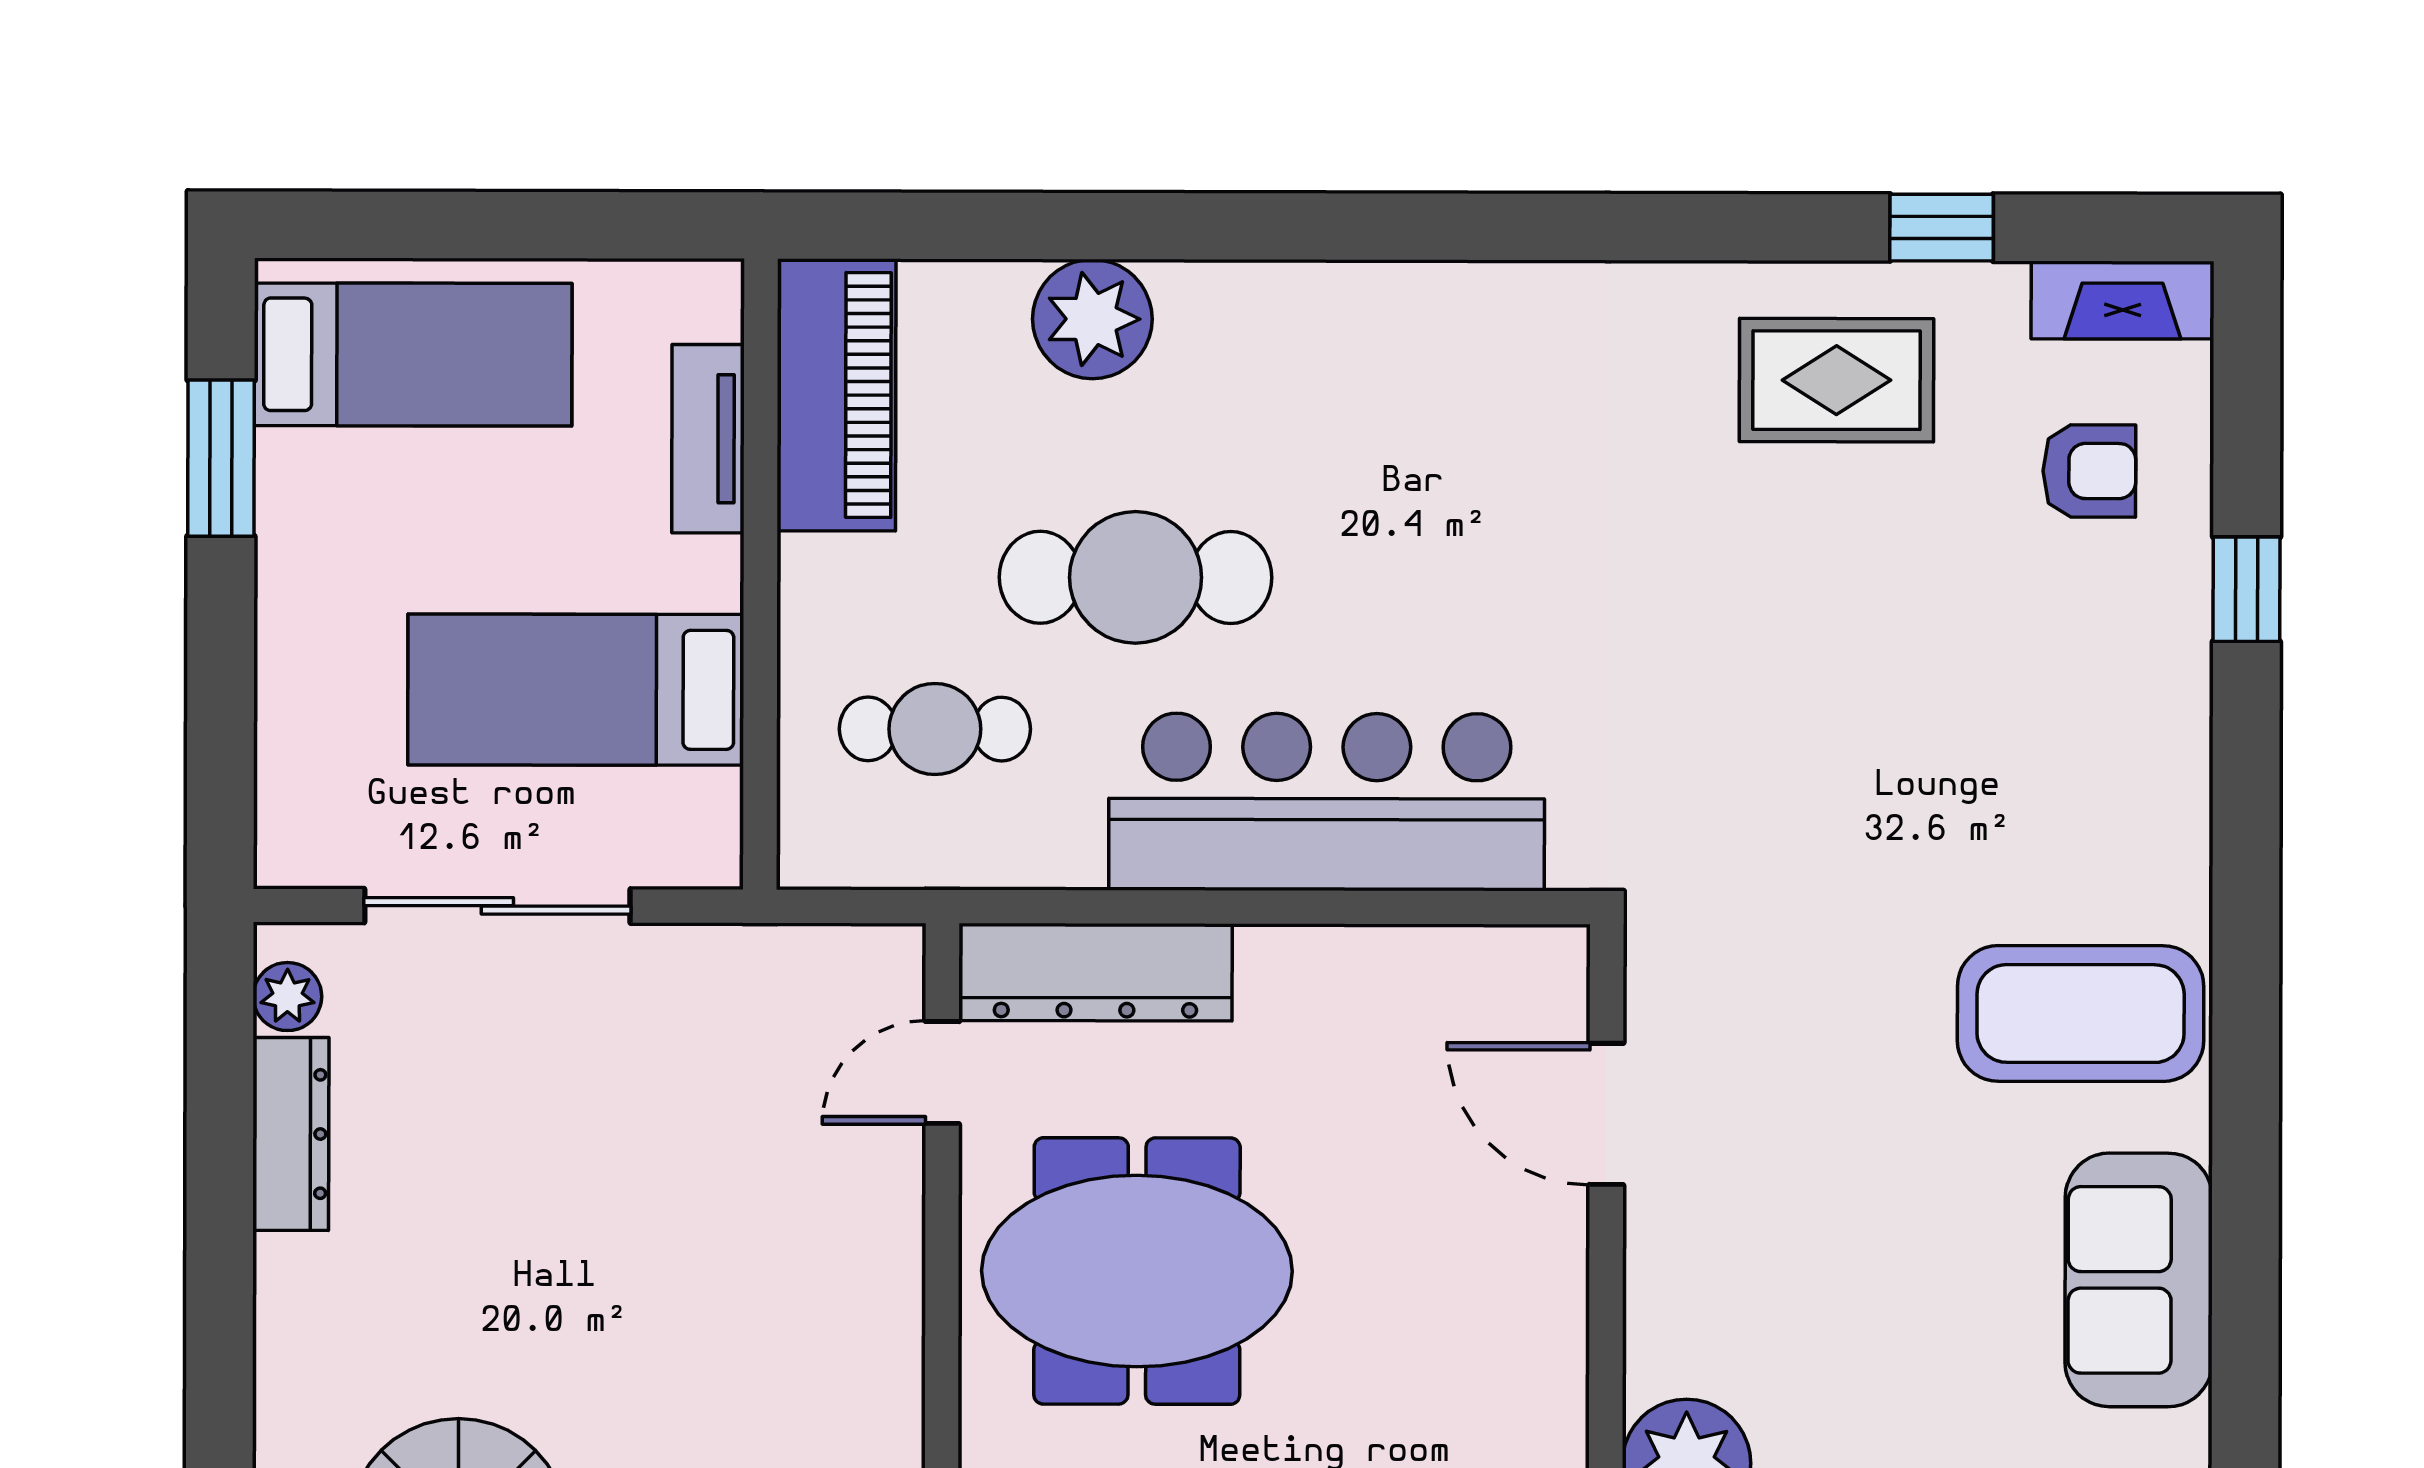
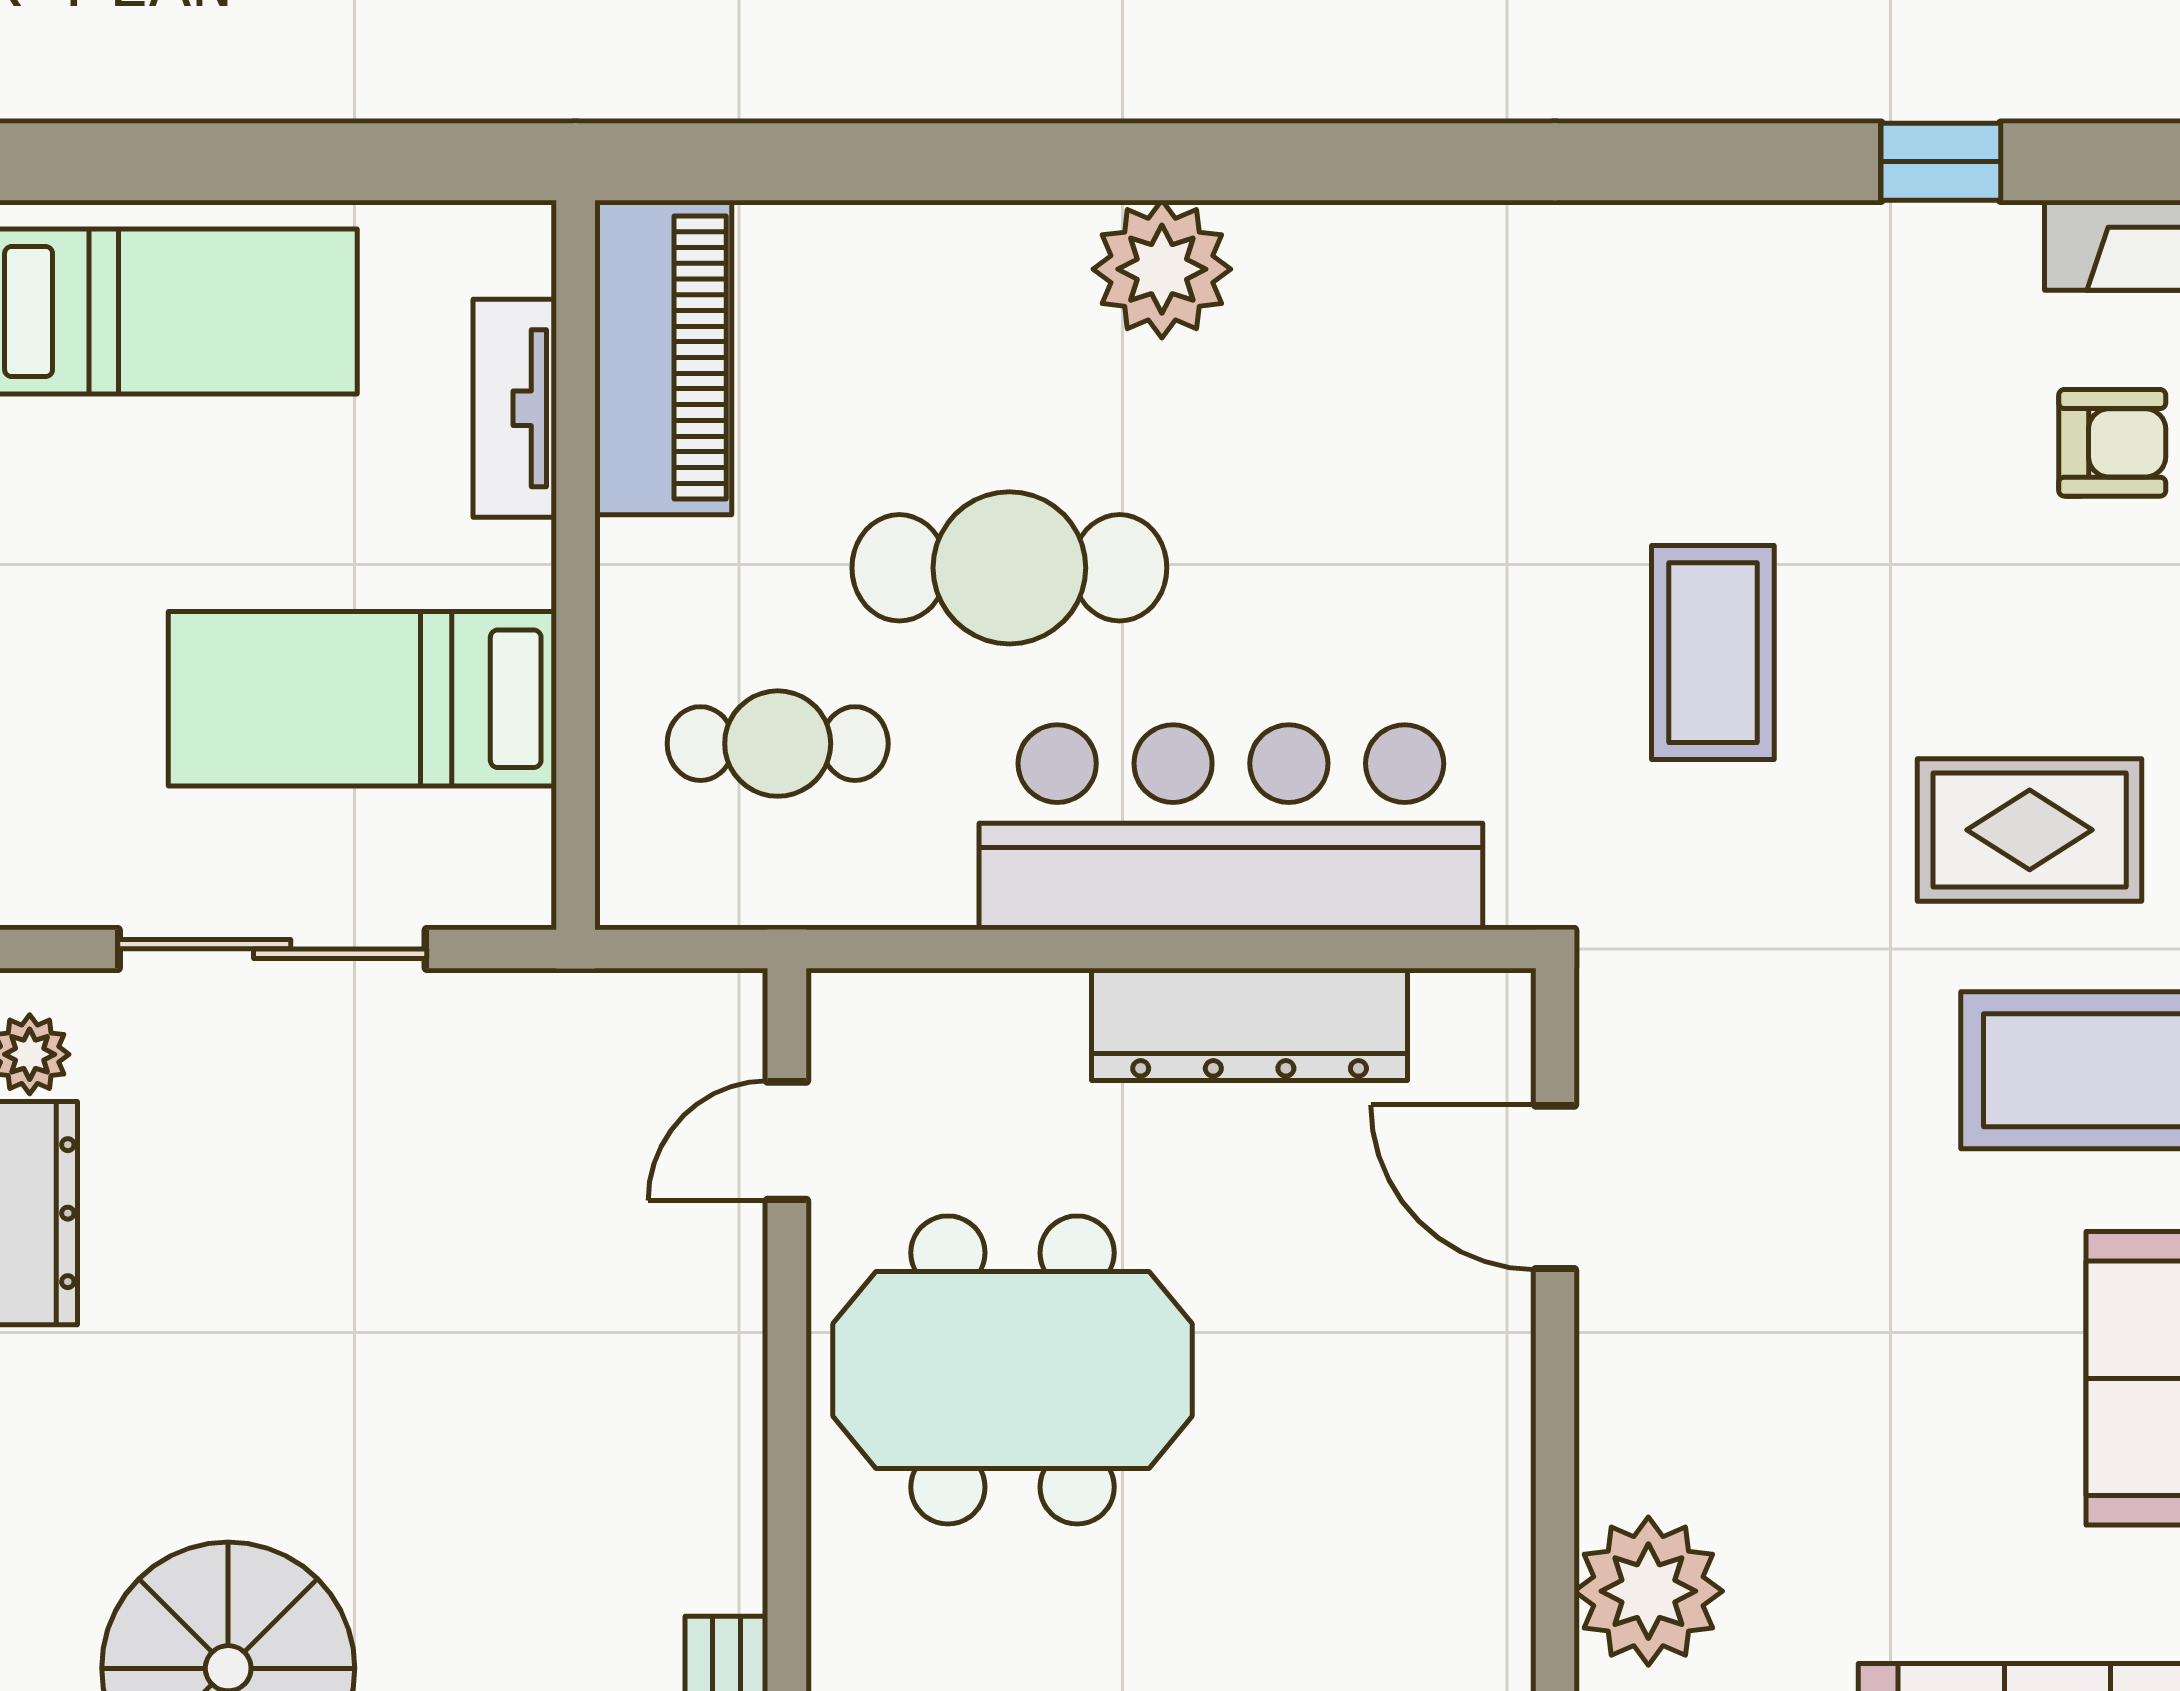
plant: (1092, 319) -> (1162, 269), moved
rug: (1836, 380) -> (2030, 830), moved
coffee table: (1744, 652) -> (1713, 653), added
dresser: (1095, 972) -> (1250, 1024), moved

